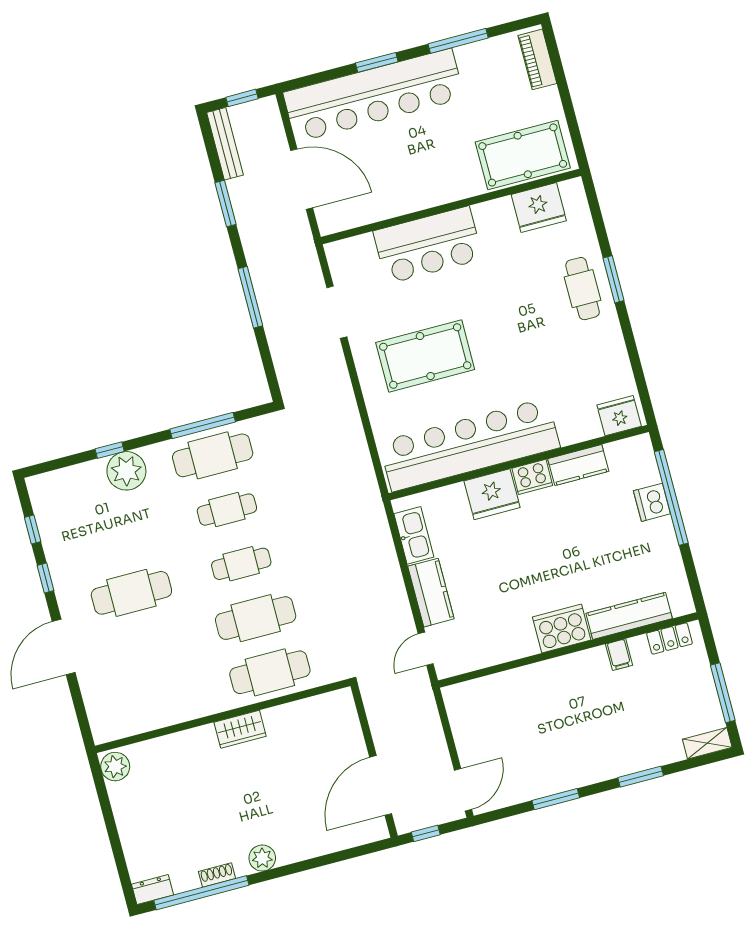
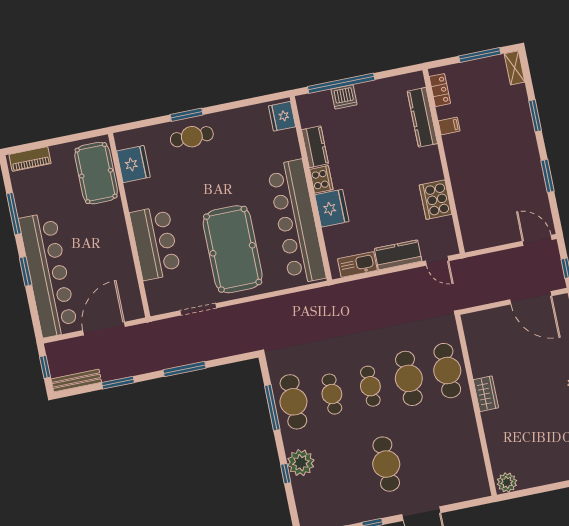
pool table: (425, 356) -> (233, 249), width x1.36, depth x1.32
cooker: (562, 629) -> (436, 200), moved

